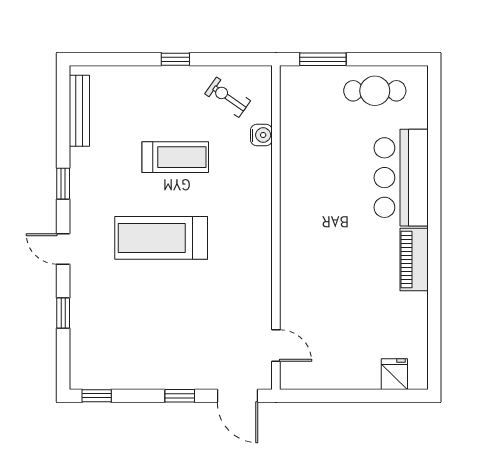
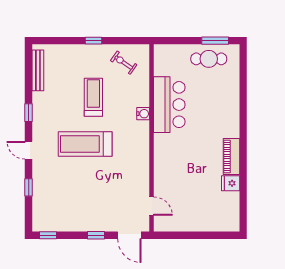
window: (323, 59) -> (215, 41), moved
water cooler: (261, 135) -> (143, 114), moved
treadmill: (175, 157) -> (93, 97), turned -90
bar counter: (401, 178) -> (169, 105), moved, turned 180
fridge: (394, 374) -> (231, 183), moved, turned -90

